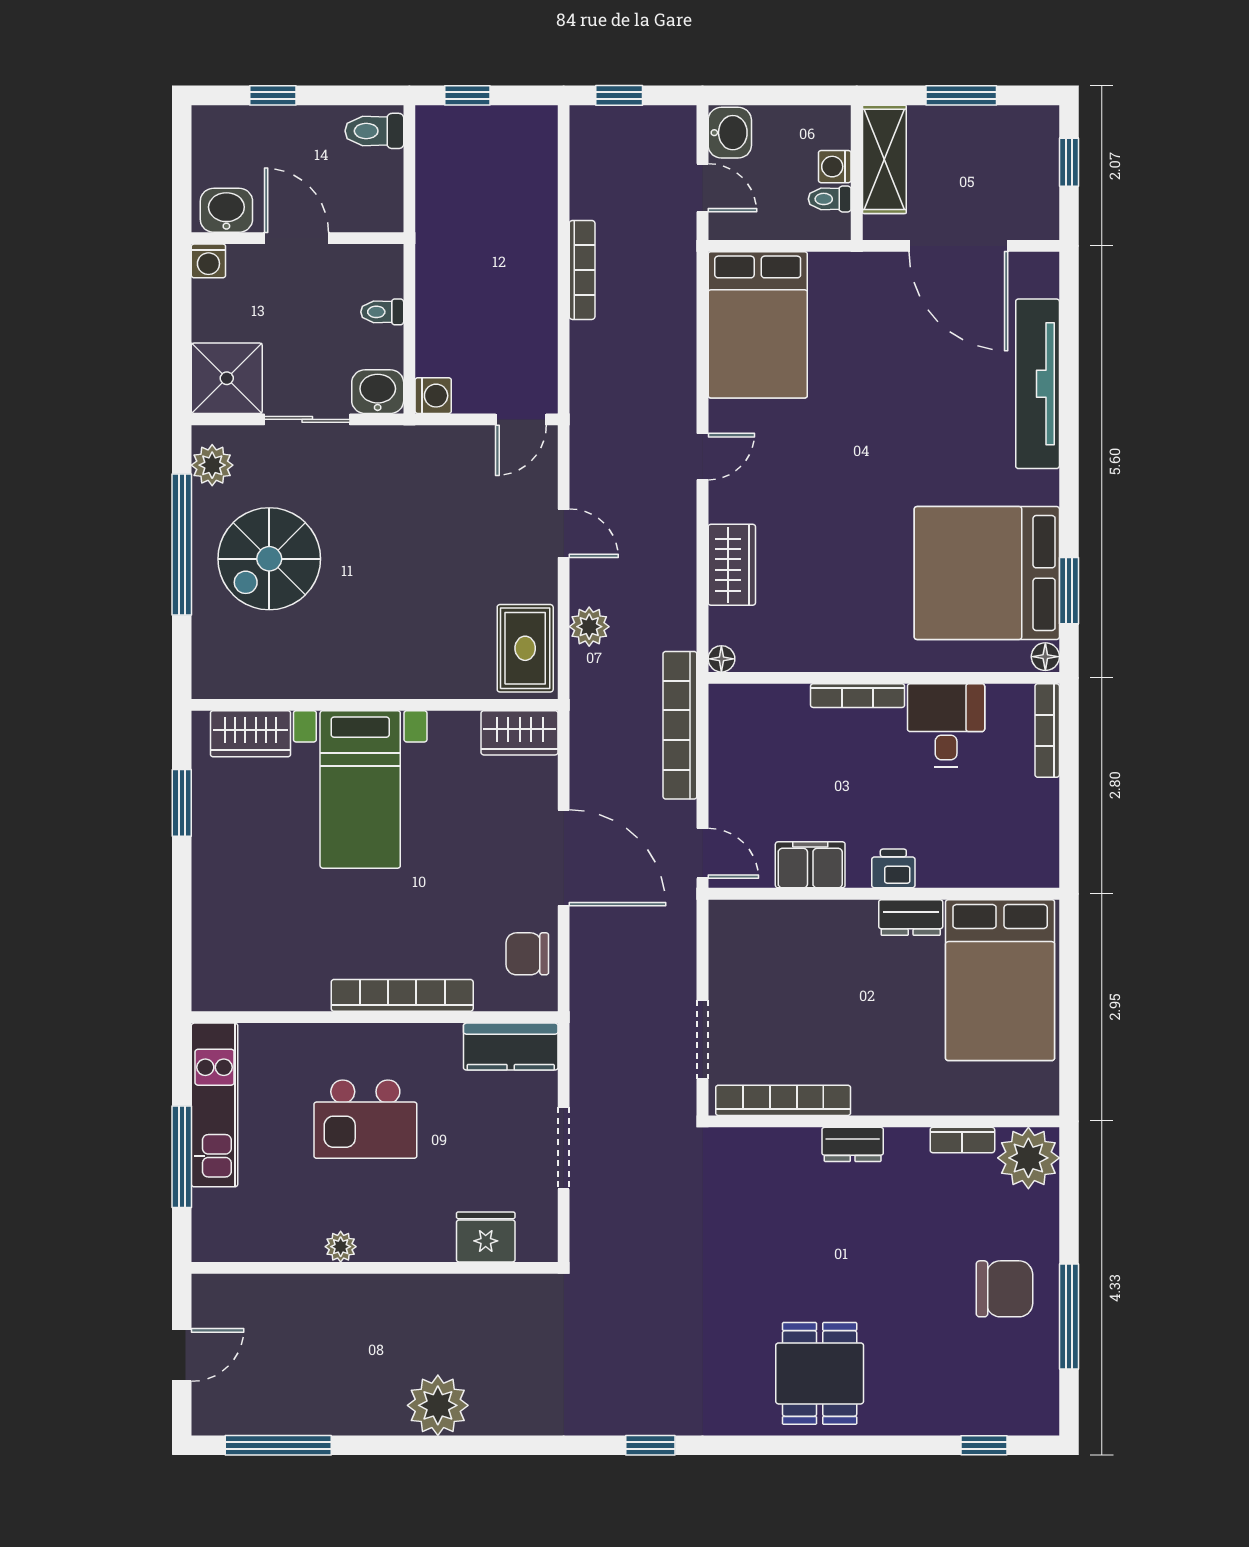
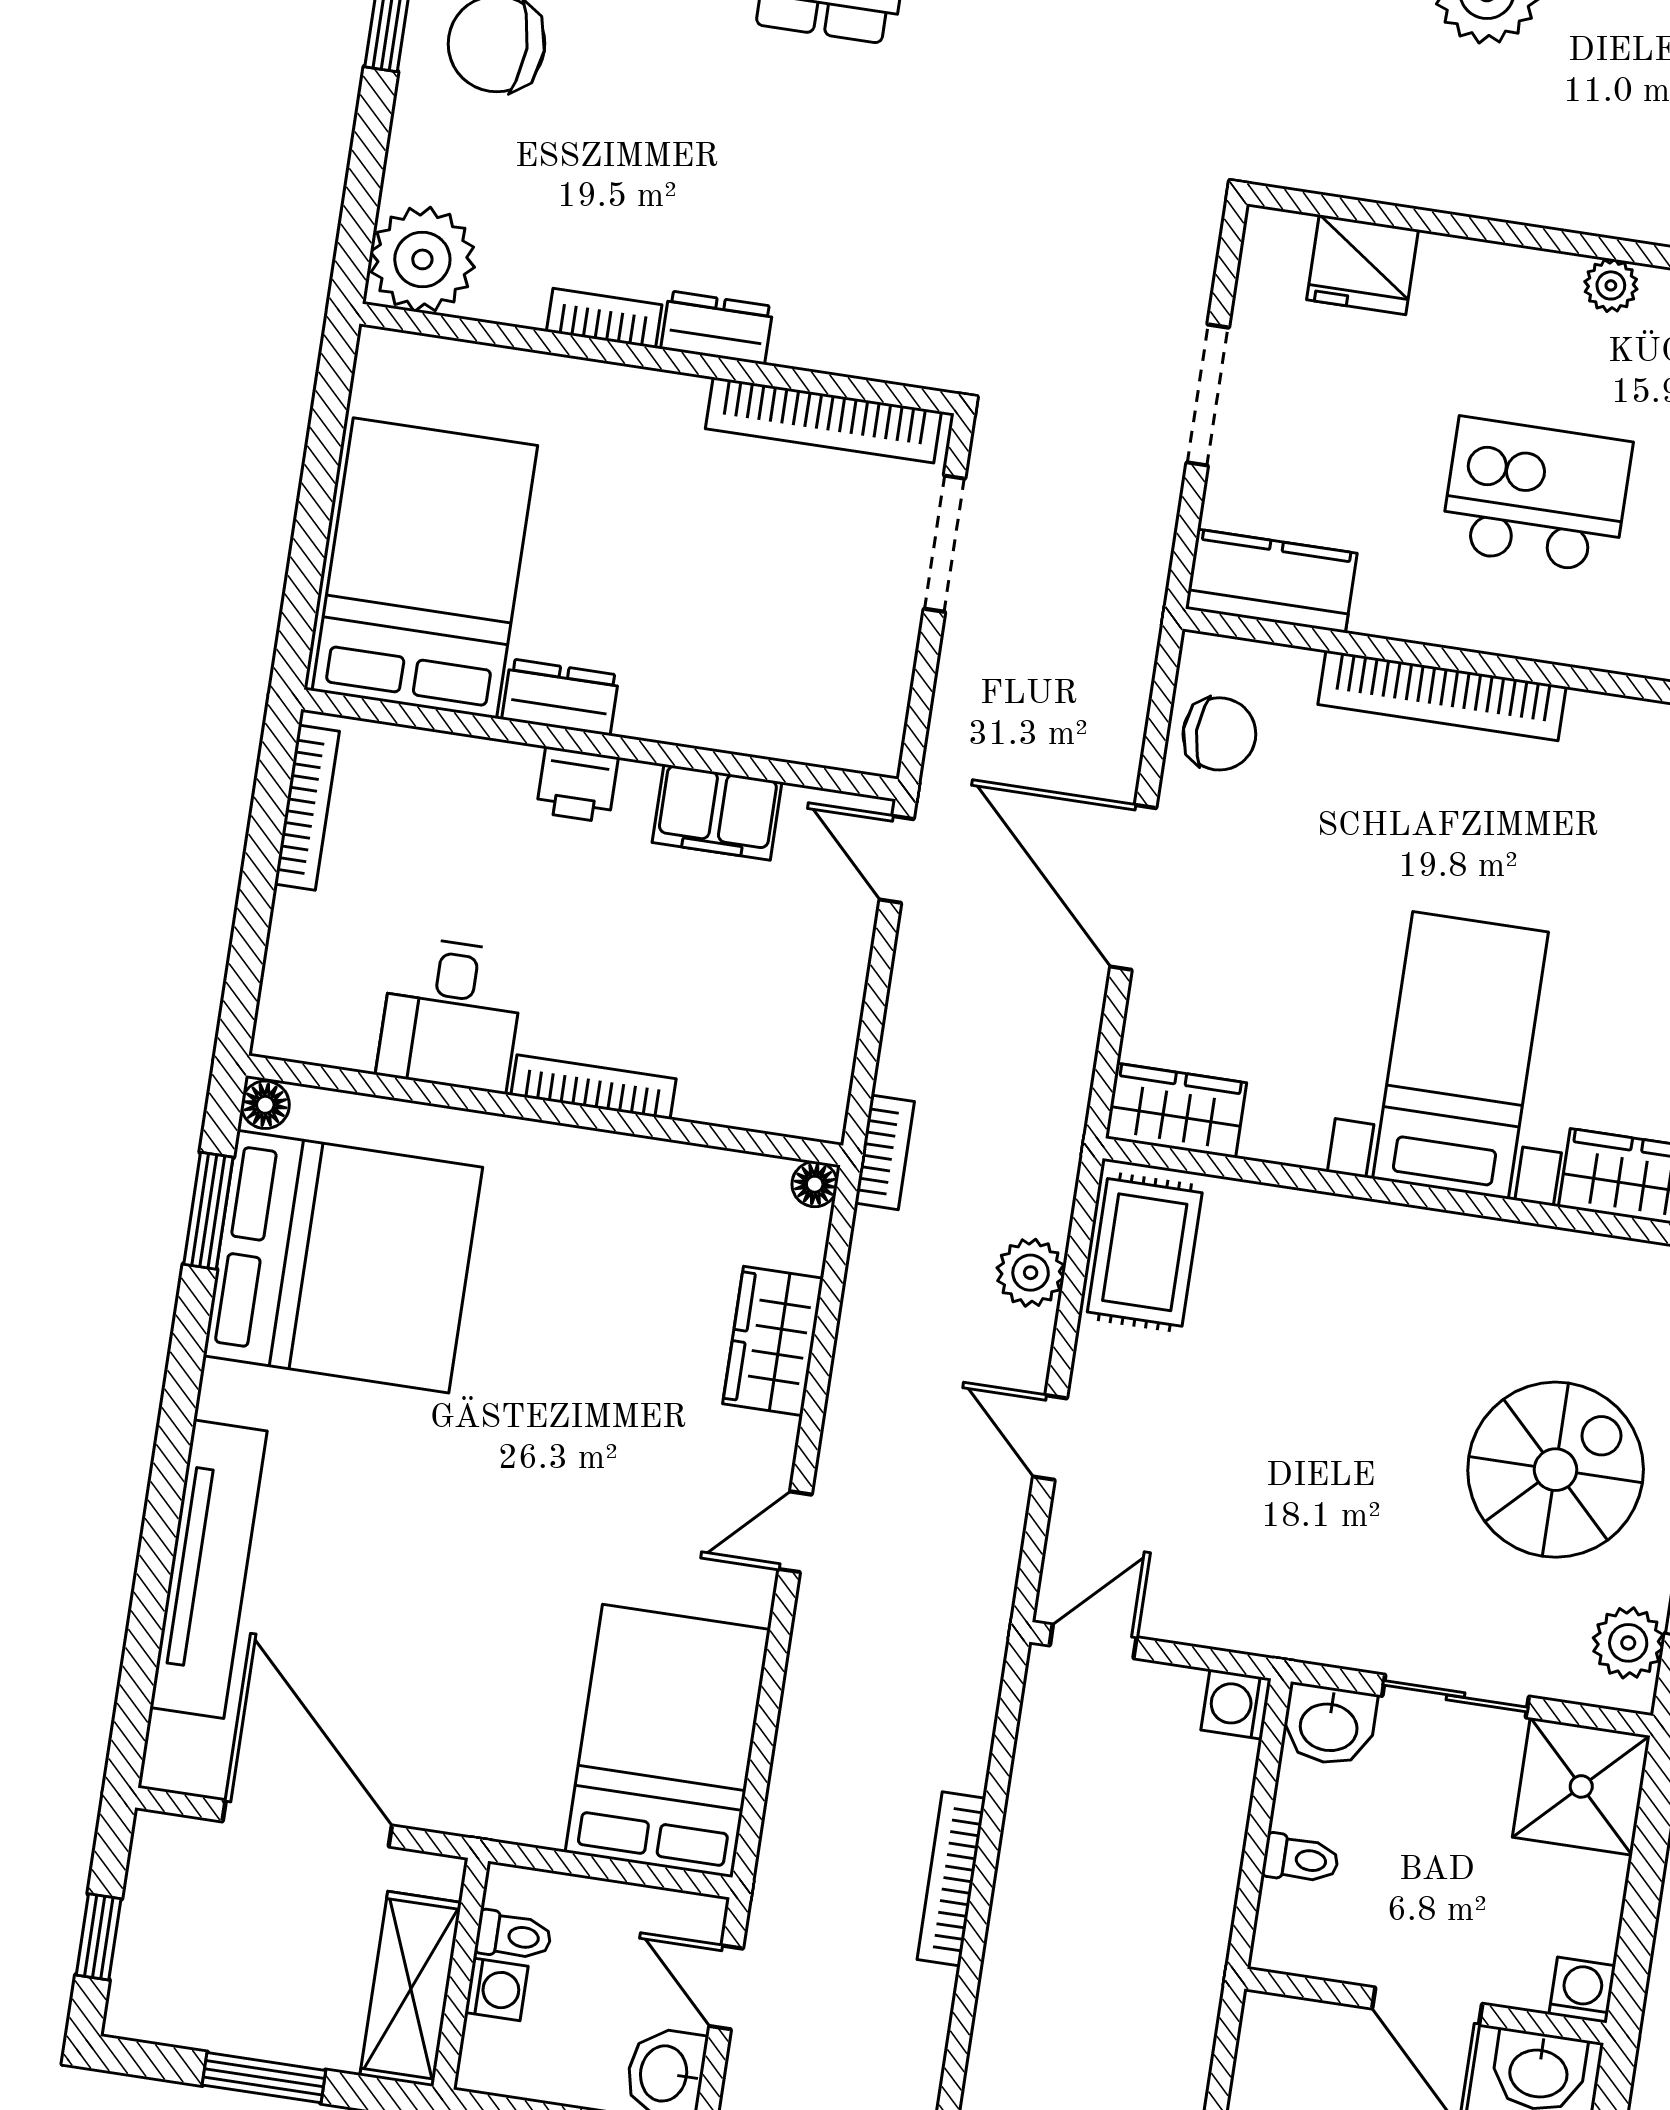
bookcase: (680, 725) -> (885, 1152), width x0.43, depth x0.76
bookcase: (1047, 731) -> (307, 808), moved
bookcase: (962, 1140) -> (604, 318), moved

